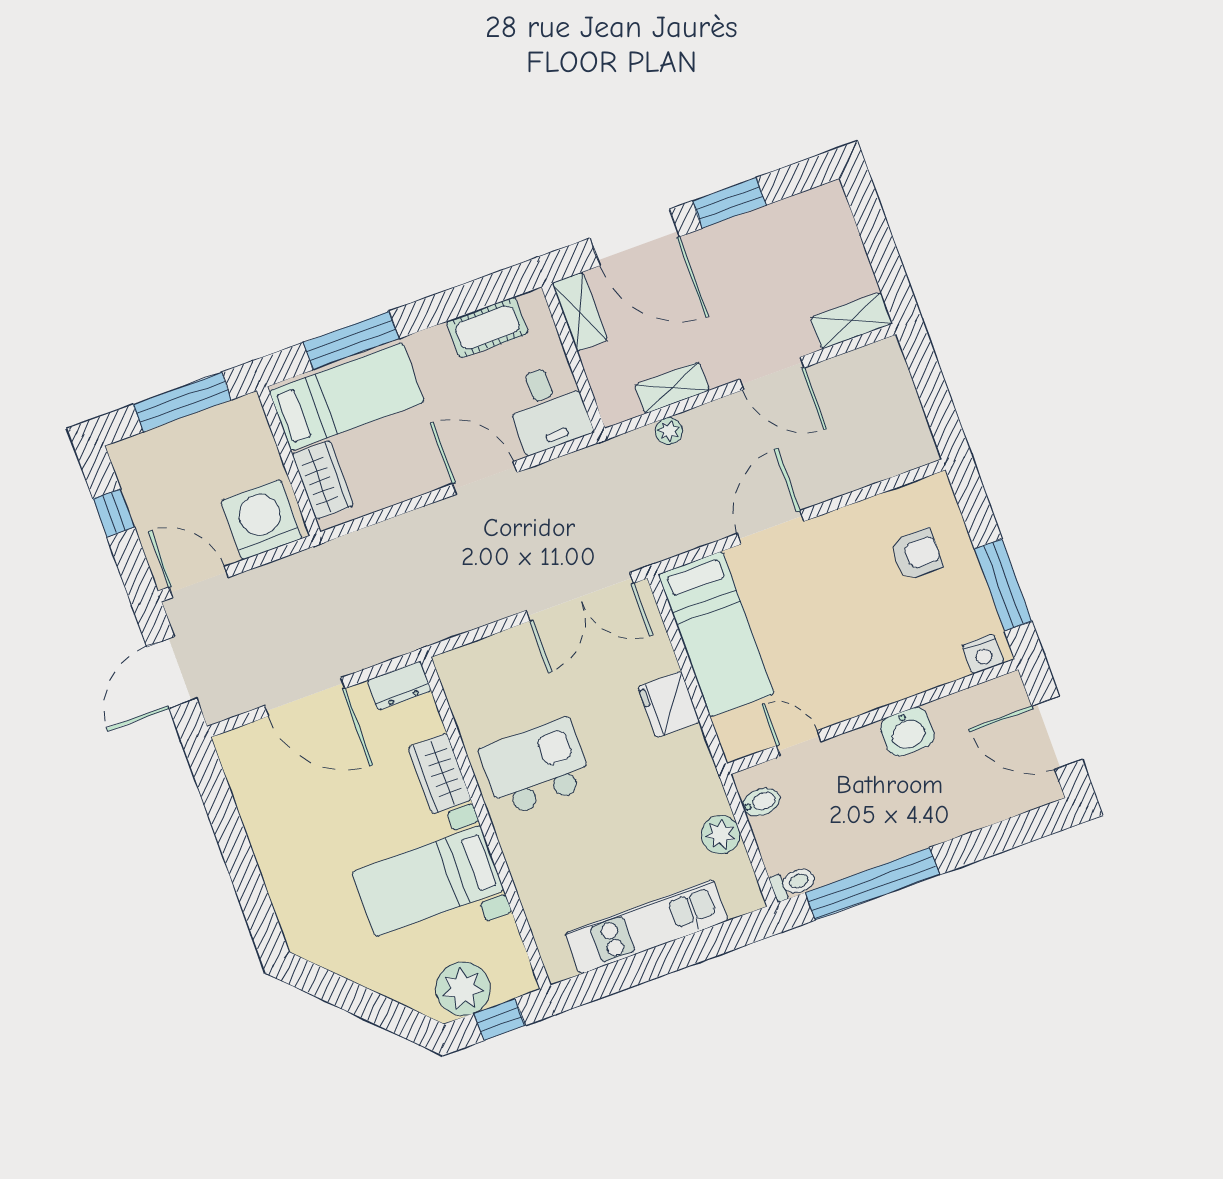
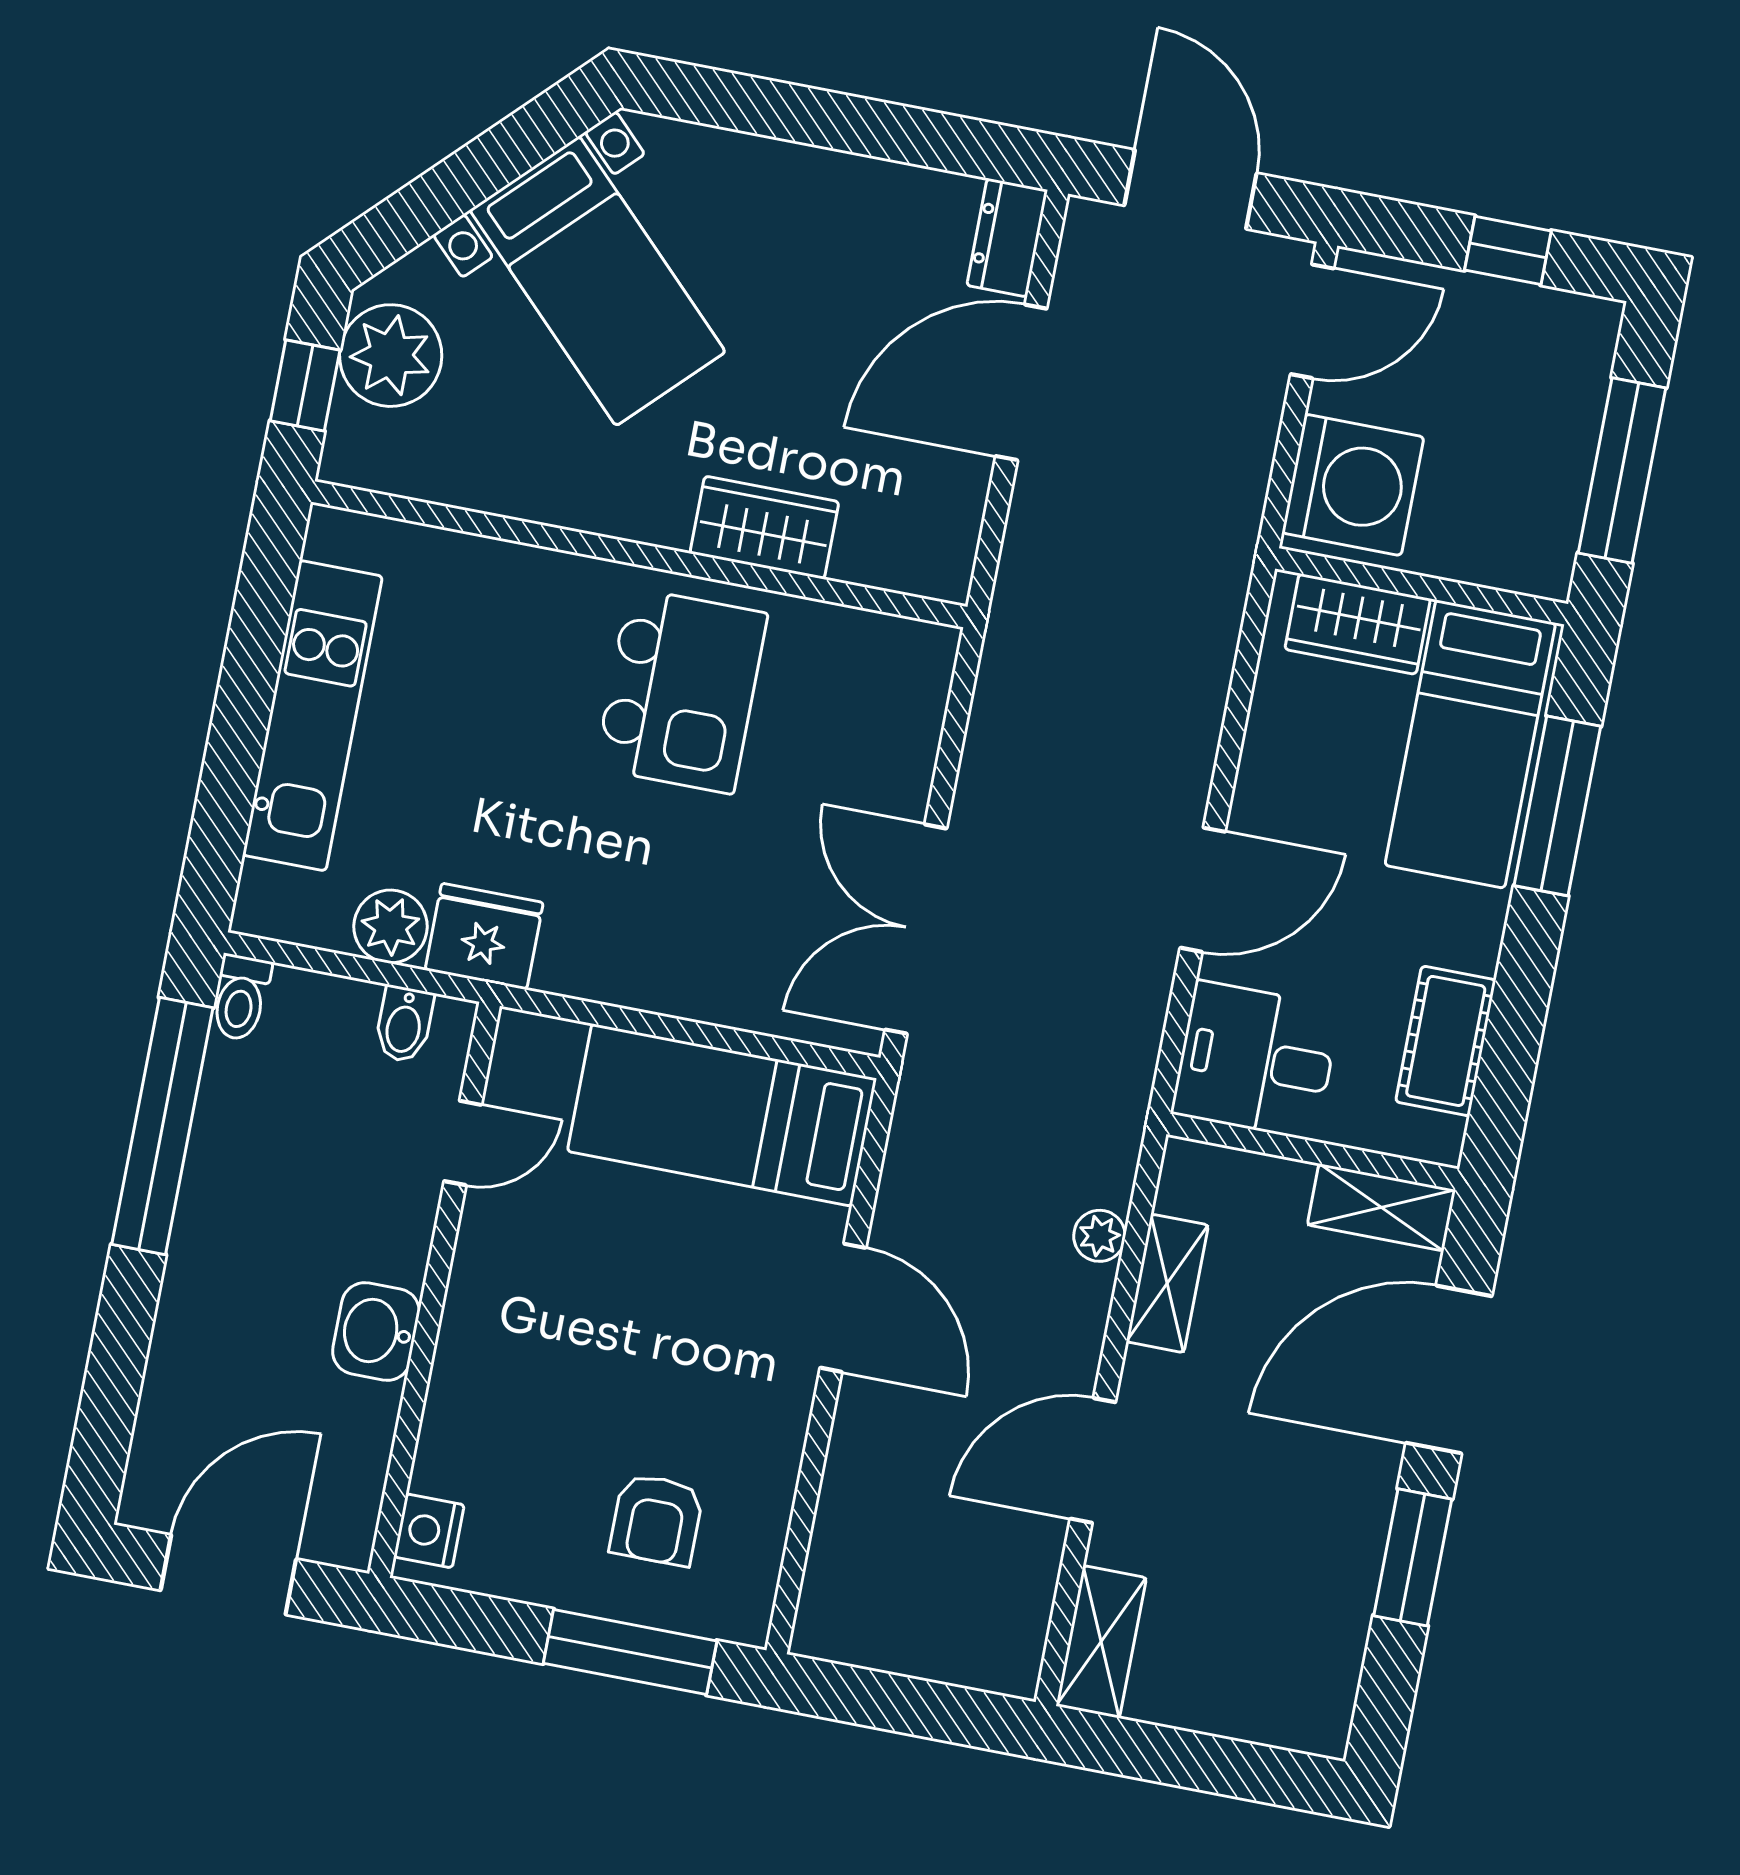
window: (1003, 585) -> (630, 1652), moved
dresser: (399, 686) -> (1007, 238), moved
fridge: (669, 704) -> (484, 936), moved
bed with nightstands: (428, 881) -> (598, 281), moved, turned 135

